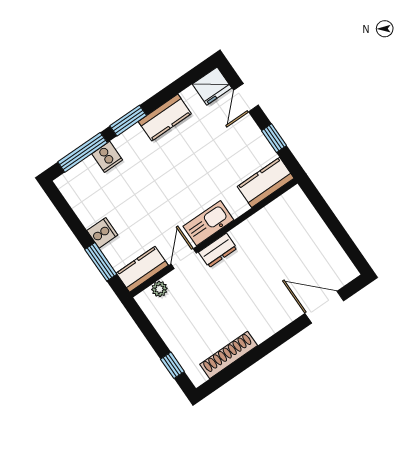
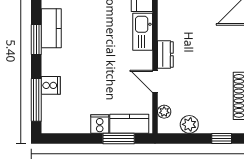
window: (128, 121) -> (36, 39), moved
kitchen sink: (208, 223) -> (143, 32), moved
kitchen counter: (142, 269) -> (129, 124), moved, turned 90
plant: (164, 323) -> (189, 124), added

